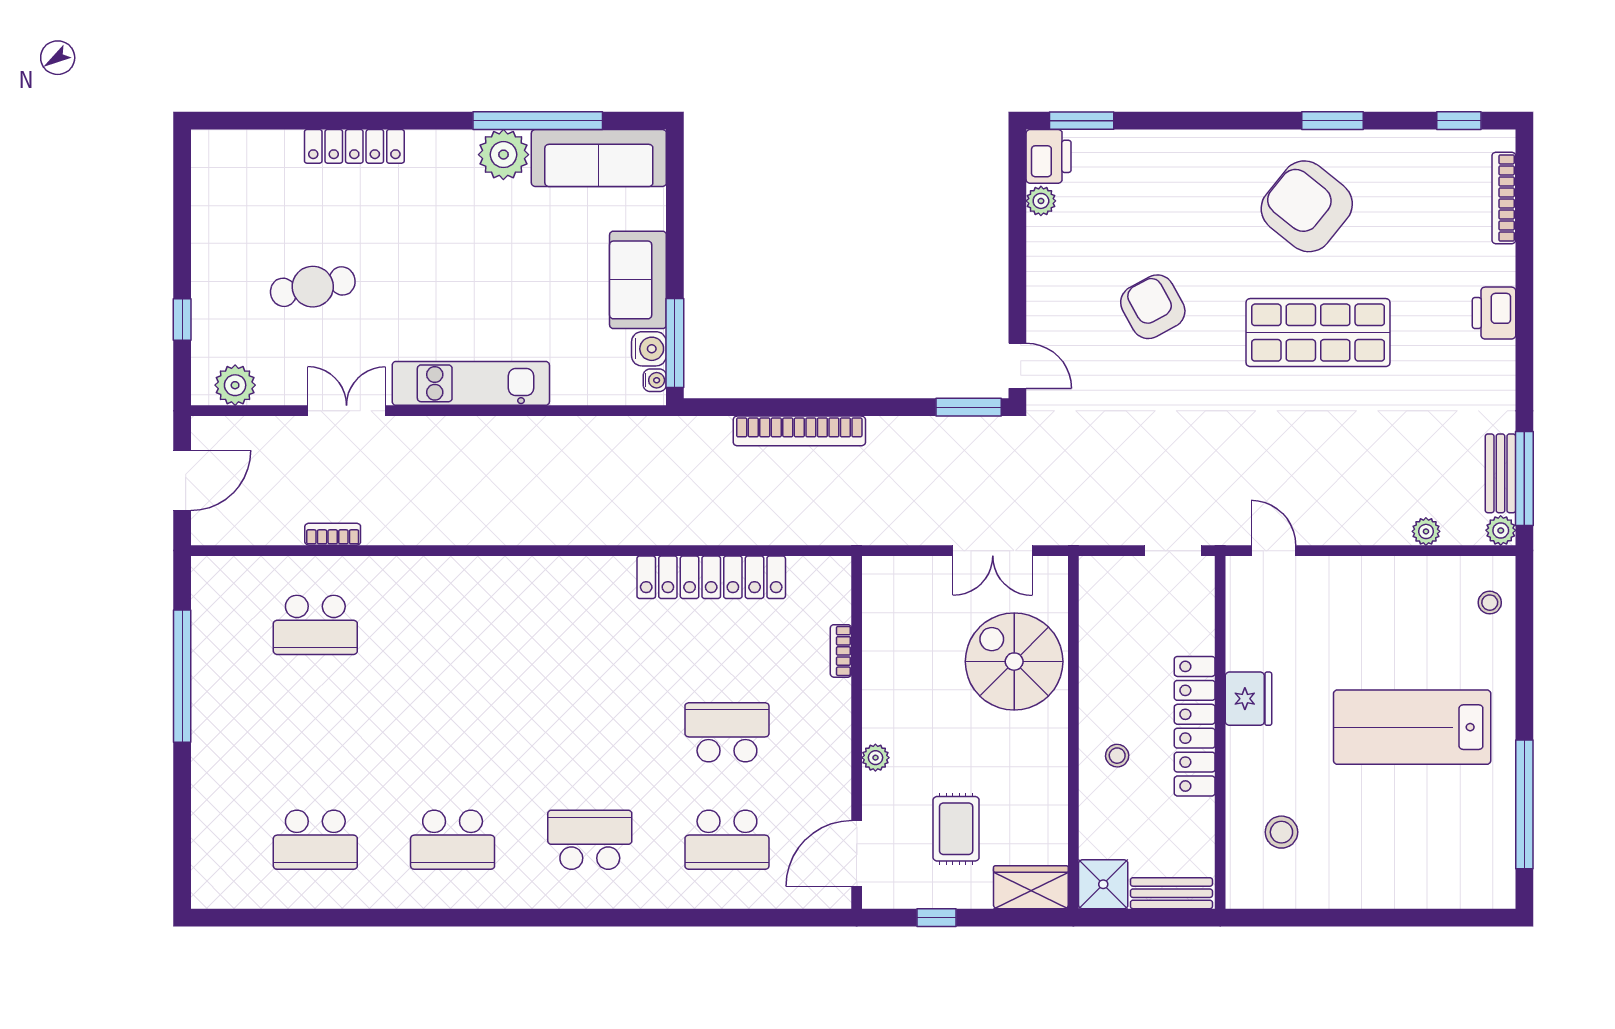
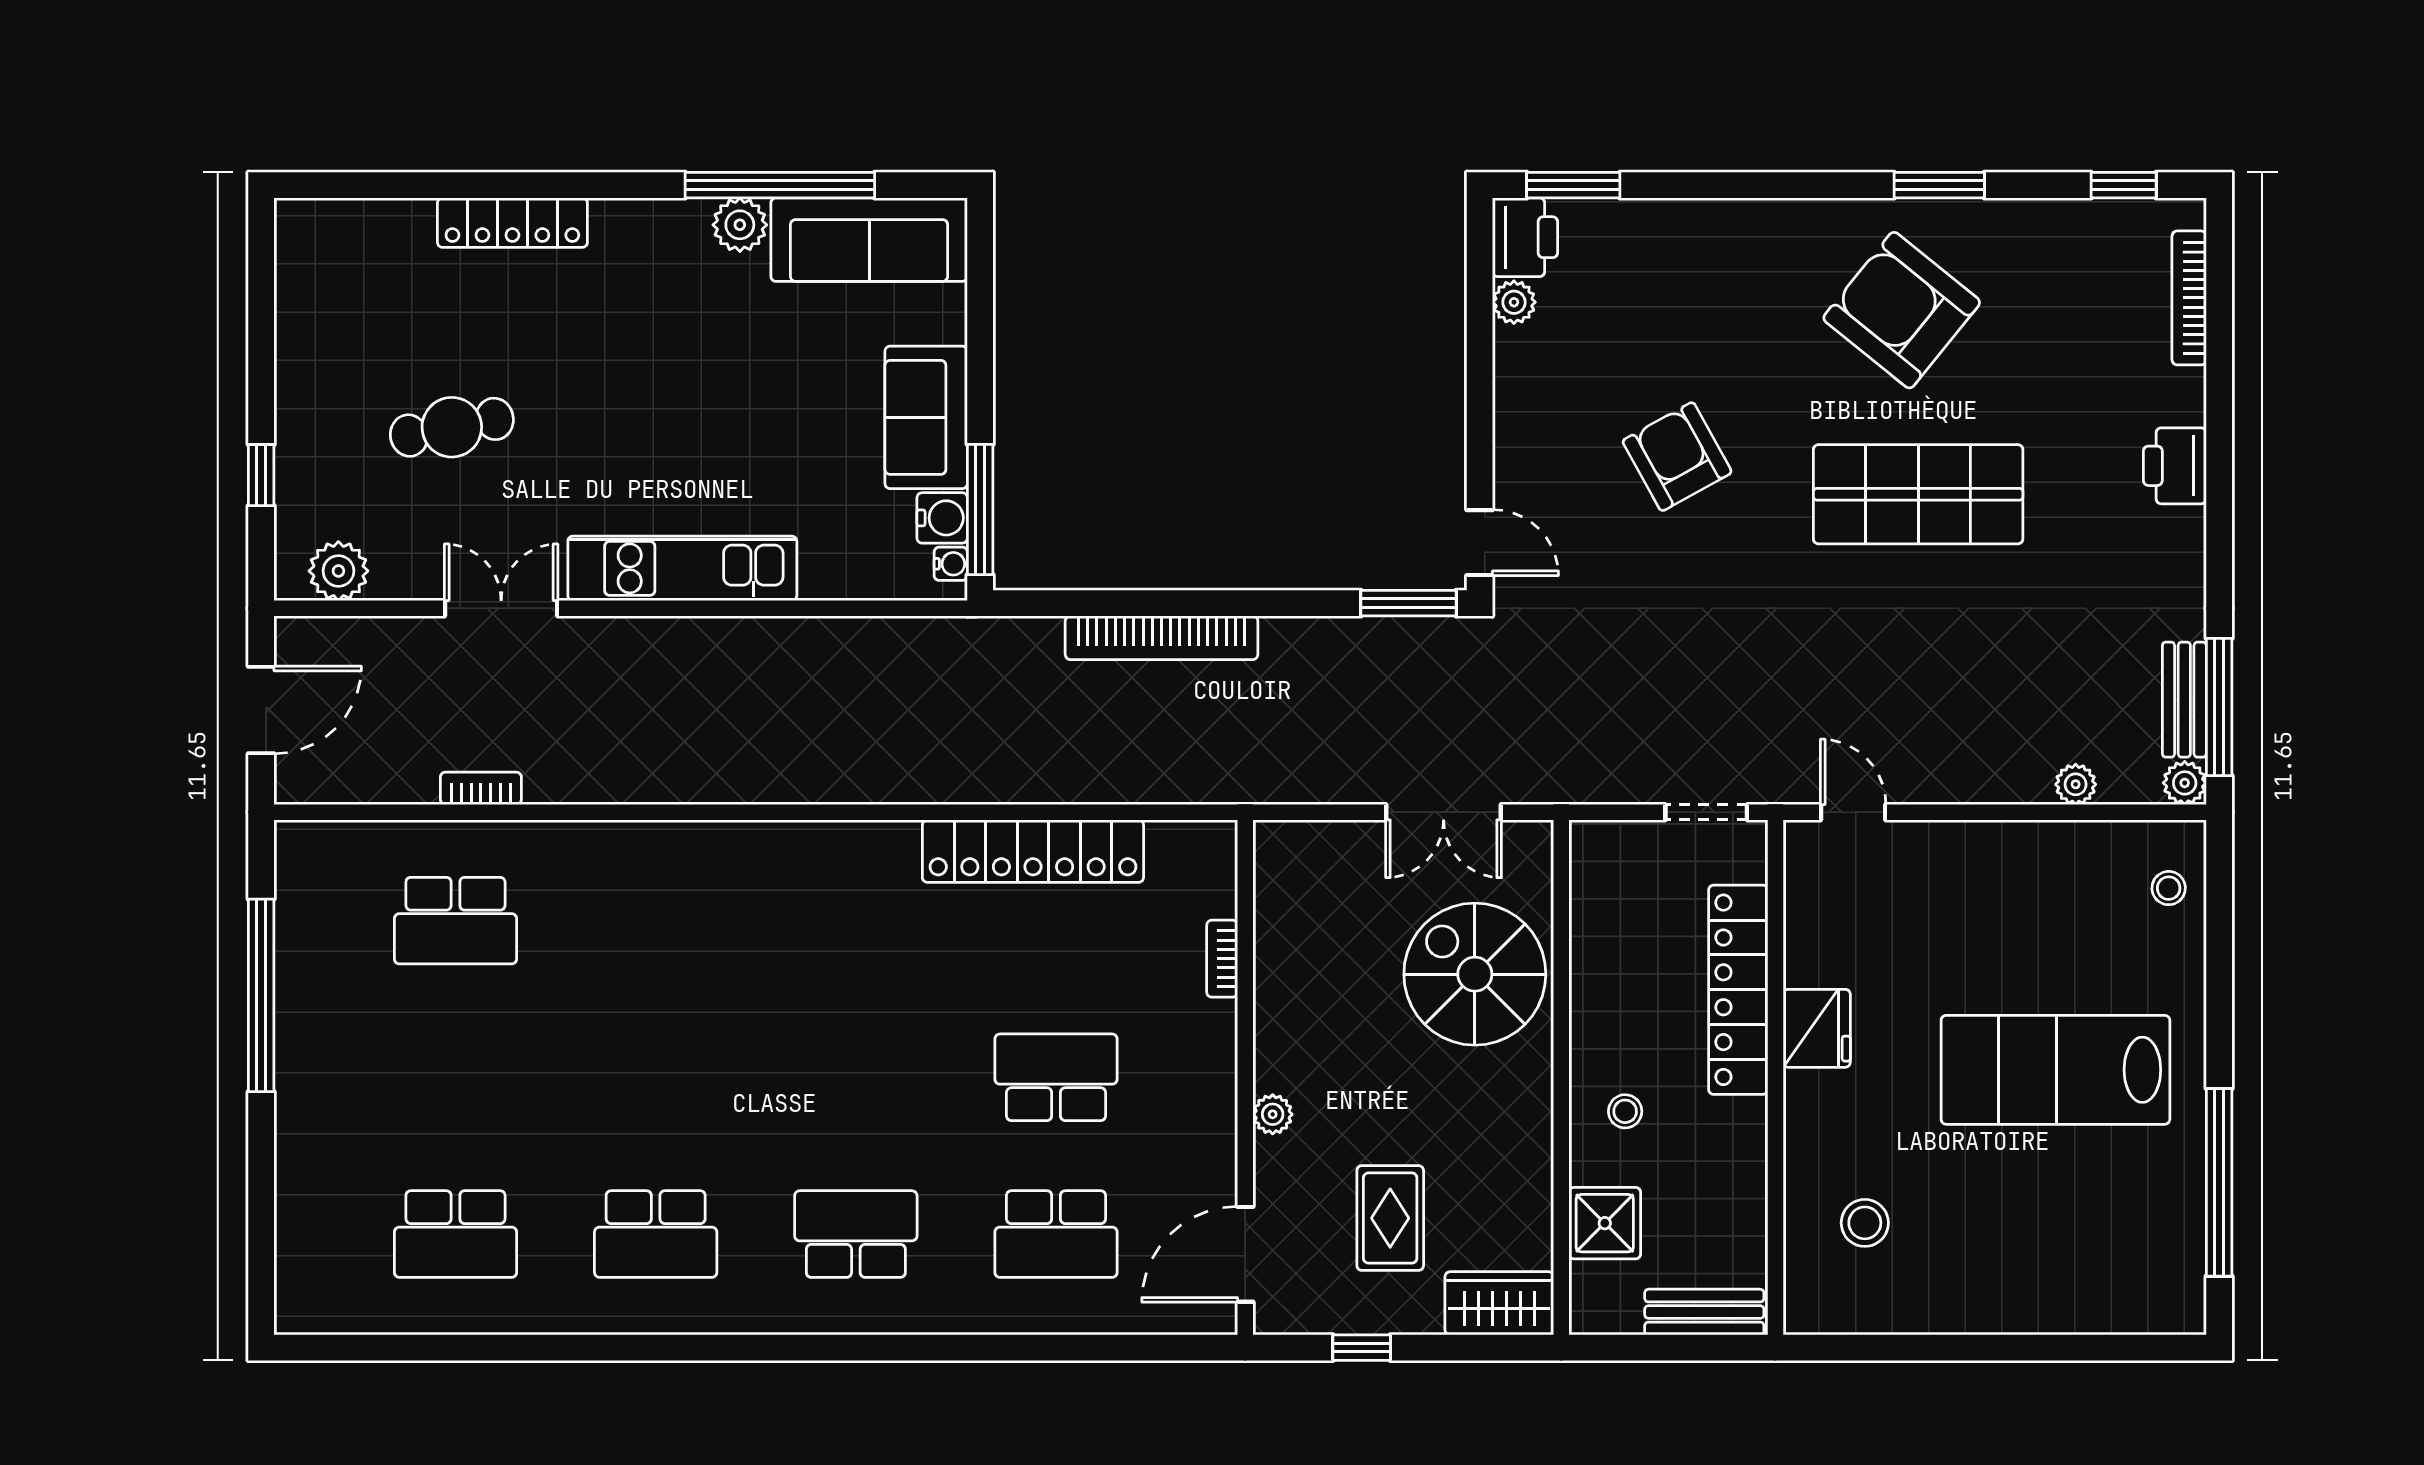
plant: (503, 155) -> (740, 225), width x0.73, depth x0.73
locker: (1195, 726) -> (1738, 990), moved
shower: (1103, 884) -> (1605, 1223), moved

